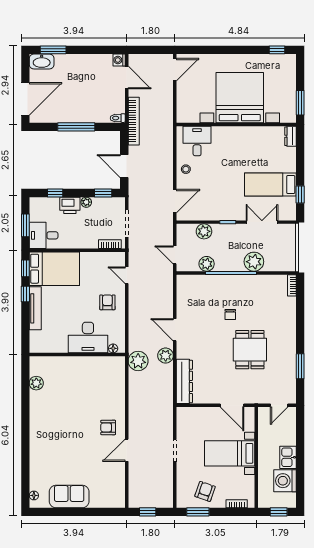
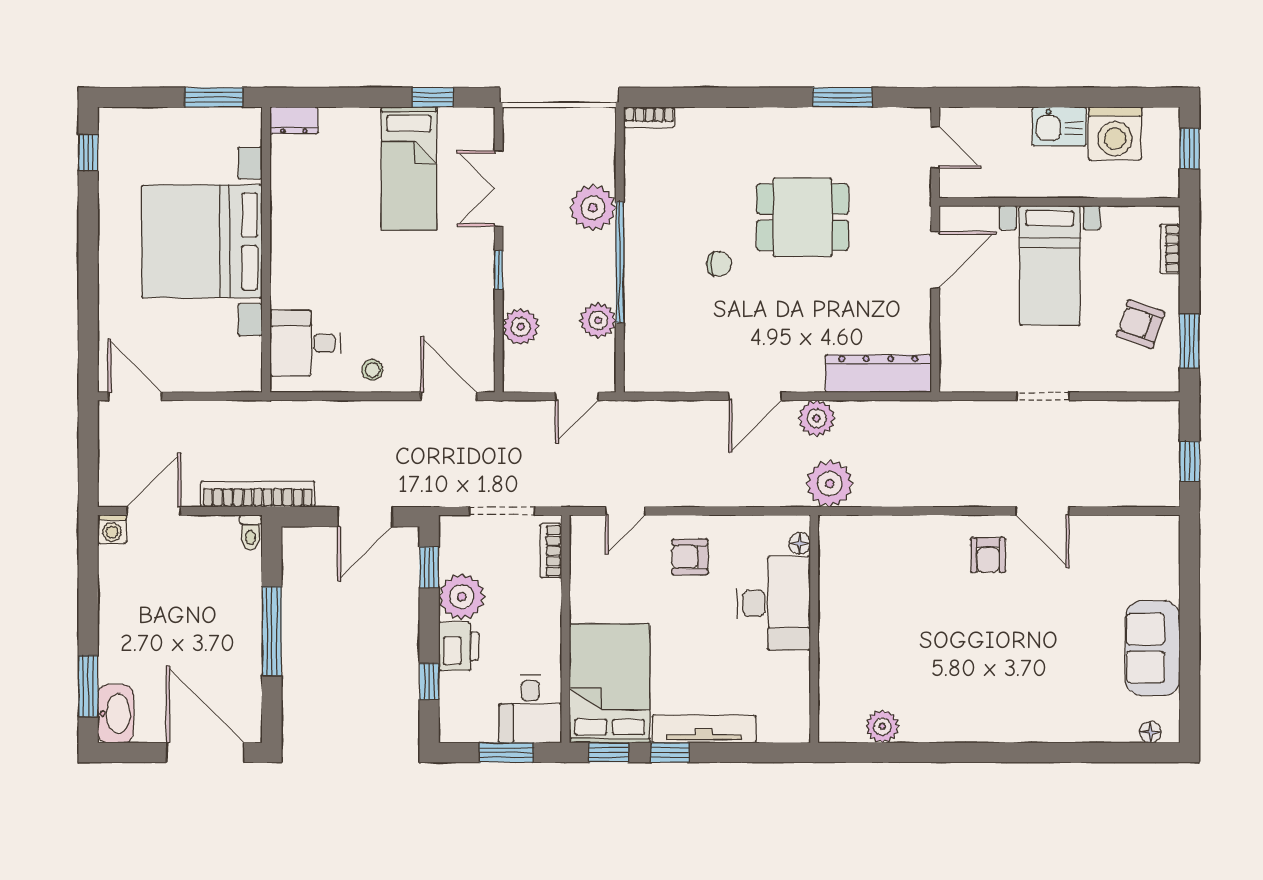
plant: (86, 202) -> (462, 597), width x1.88, depth x1.88

